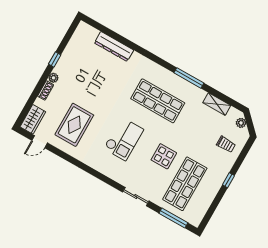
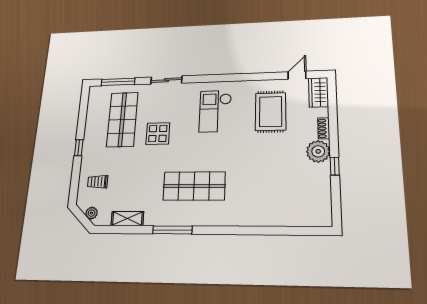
dresser: (114, 46) -> (276, 218), removed
plant: (53, 78) -> (318, 151), width x1.87, depth x1.87
checkout: (124, 139) -> (215, 111), moved

